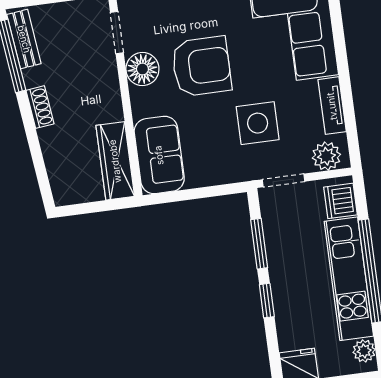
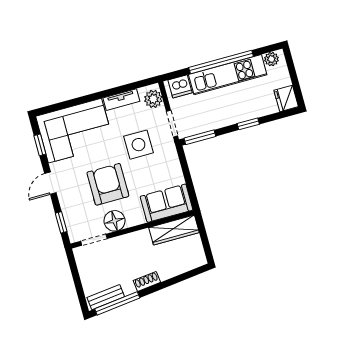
window: (259, 244) -> (200, 137), moved

